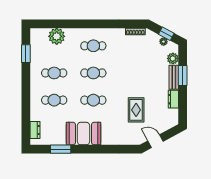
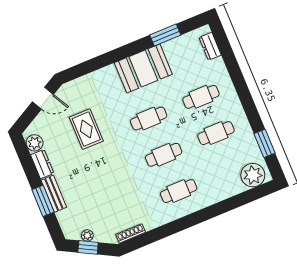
plant: (57, 36) -> (253, 175), moved
plant: (173, 58) -> (35, 143), moved

